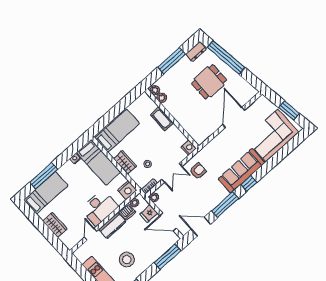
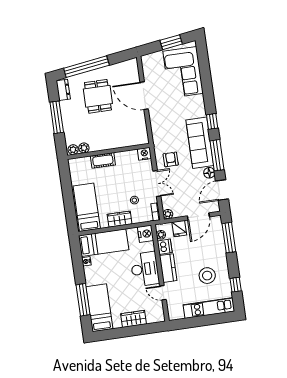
sofa: (242, 171) -> (200, 143), moved
floor lamp: (208, 208) -> (209, 173), added

